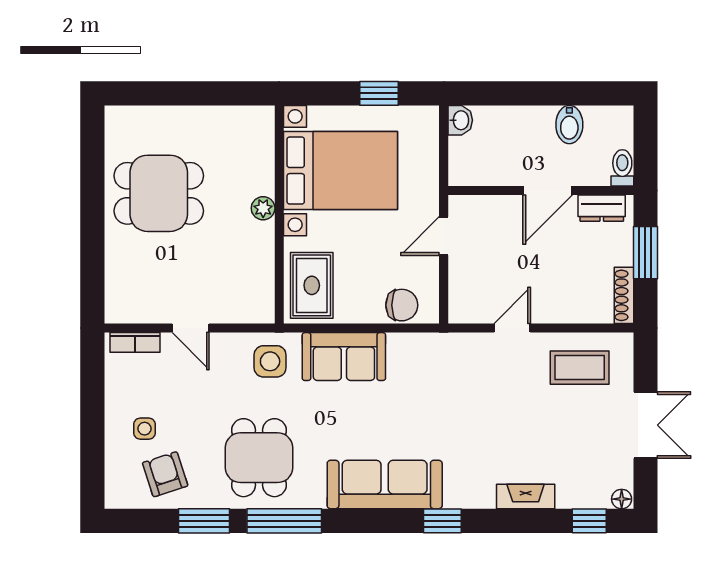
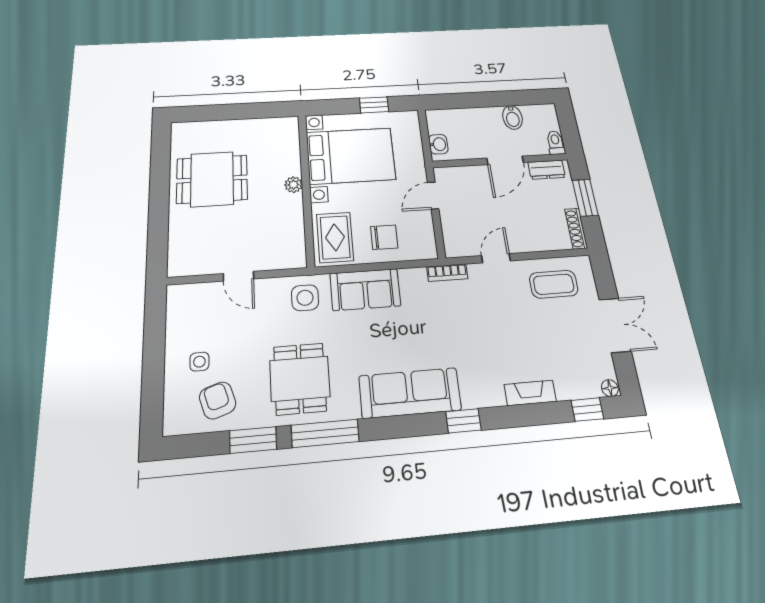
washbasin: (460, 120) -> (438, 144), moved
chair: (402, 305) -> (384, 237), moved
bookcase: (135, 342) -> (447, 273), moved

